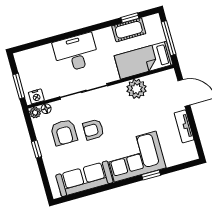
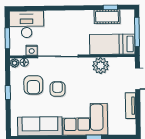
desk: (76, 53) -> (27, 24), moved
nightstand: (36, 96) -> (32, 50), moved
armchair: (93, 130) -> (58, 89), turned 90

